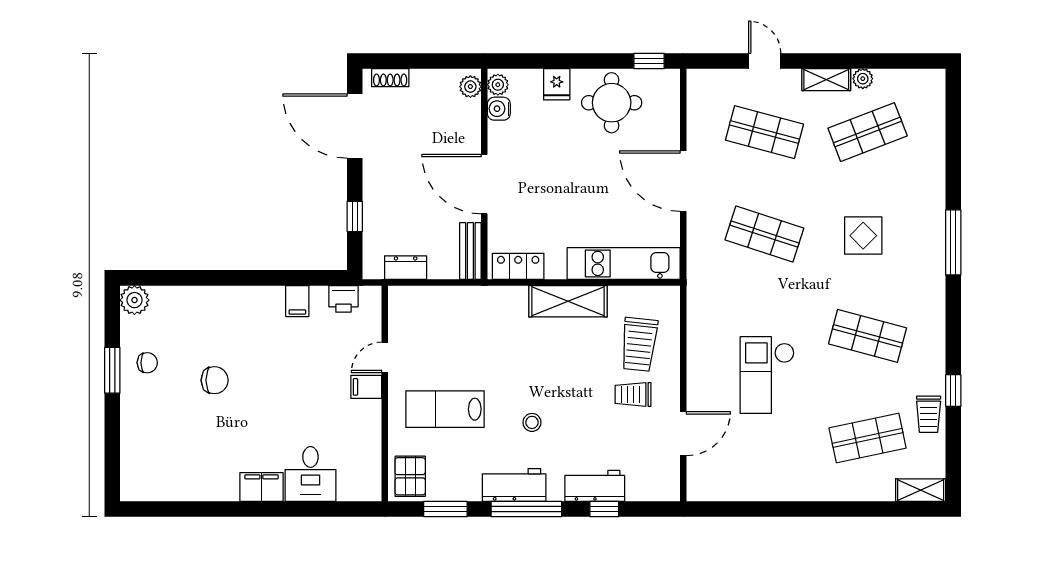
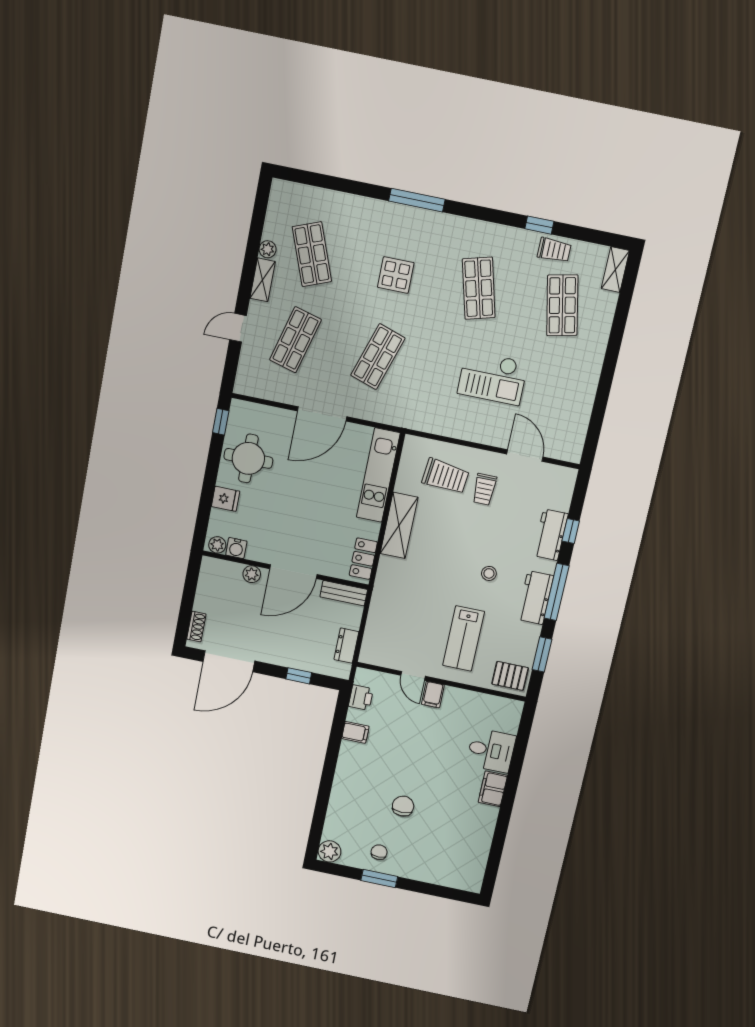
plant: (470, 87) -> (252, 574), moved
shop shelf: (868, 336) -> (479, 288), turned -30

